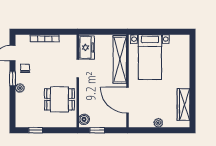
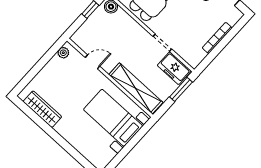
window: (96, 32) -> (181, 89), added
door: (127, 100) -> (93, 62), width x0.53
plant: (158, 123) -> (63, 53), moved

